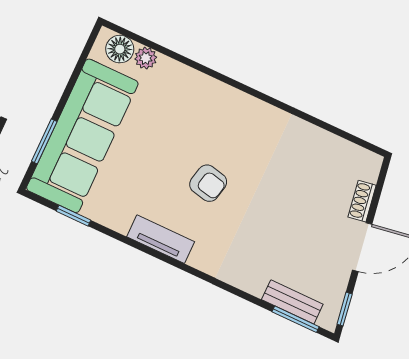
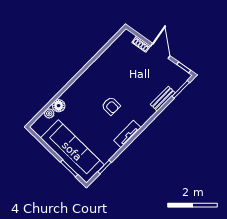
floor lamp: (120, 49) -> (59, 106), moved
armchair: (208, 183) -> (111, 106), turned 78
bench: (292, 302) -> (163, 99), moved

